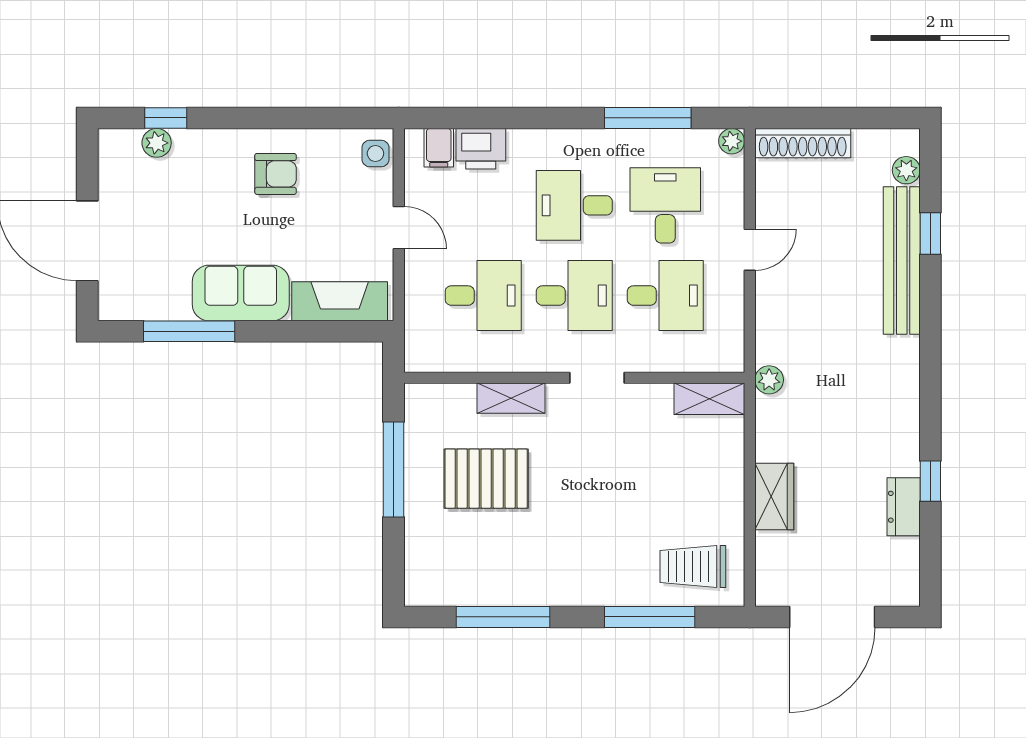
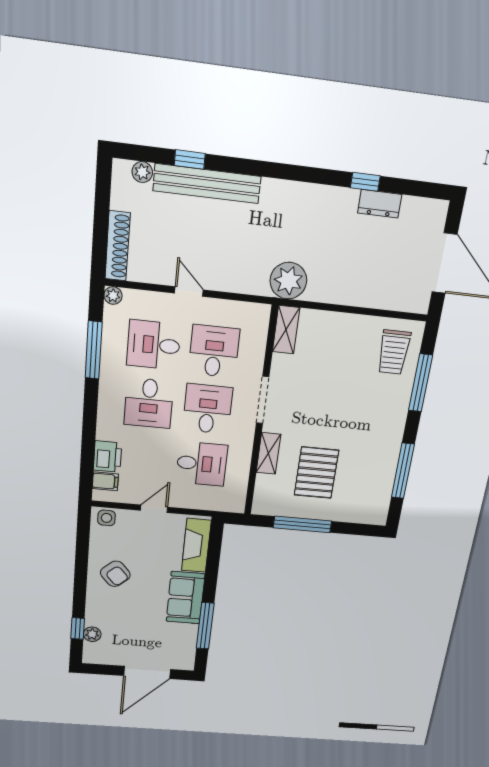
armchair: (276, 174) -> (115, 574), turned 139
desk: (483, 296) -> (202, 464), turned 90
doorway: (597, 378) -> (263, 400), width x1.38
plant: (769, 380) -> (288, 281), width x1.87, depth x1.87
wardrobe: (774, 496) -> (357, 294), removed

